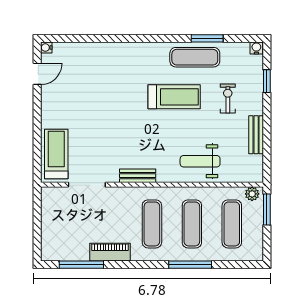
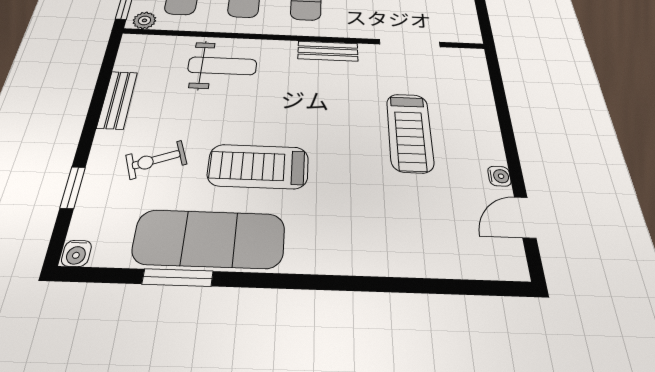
water cooler: (46, 48) -> (499, 176), moved
exercise mat: (195, 57) -> (209, 239), width x1.36, depth x1.45
exercise bike: (228, 98) -> (156, 160), turned 70
treadmill: (56, 154) -> (410, 132), moved

